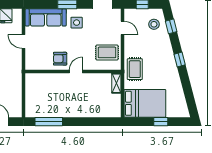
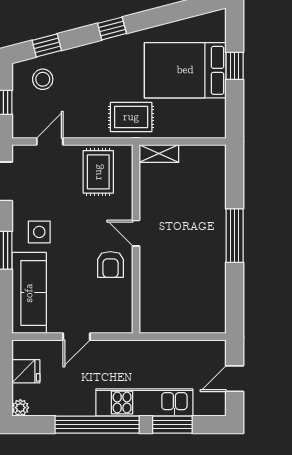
bed: (145, 103) -> (185, 70), moved, turned -90
window: (49, 122) -> (235, 236), moved

